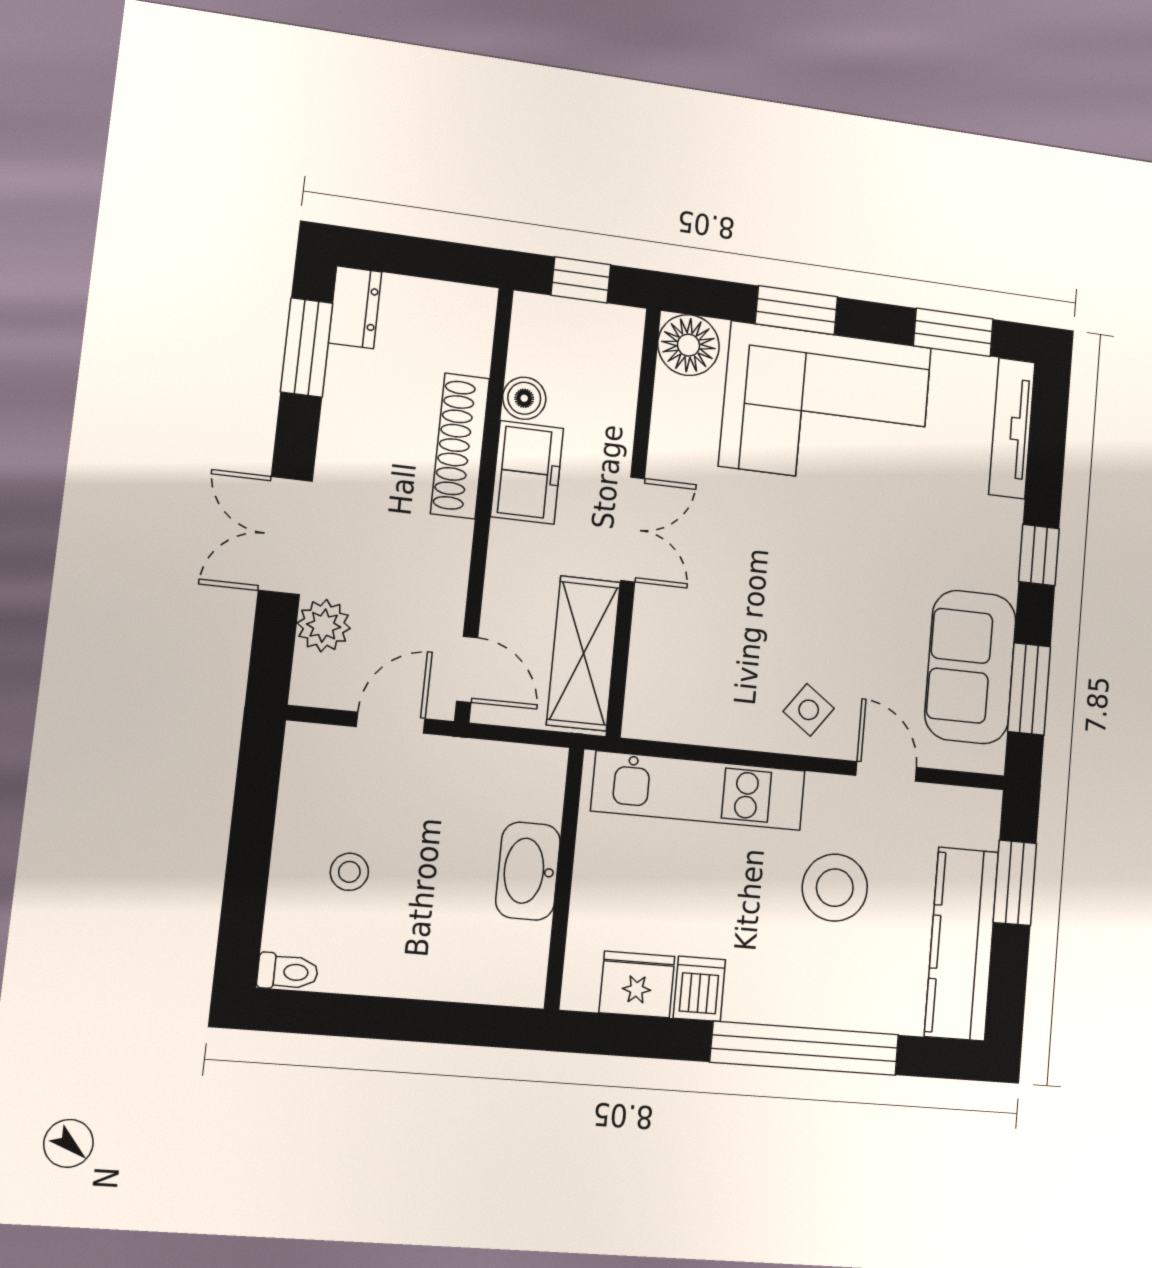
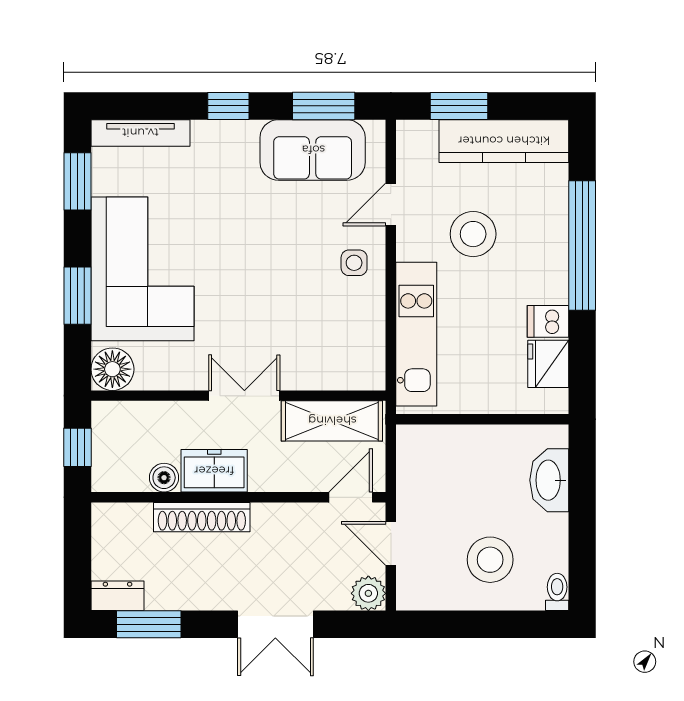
plant: (324, 626) -> (368, 593), moved
side table: (809, 710) -> (354, 263), turned -36
washbasin: (528, 871) -> (549, 480), moved, turned 90
stool: (349, 872) -> (490, 560), width x1.89, depth x1.89

